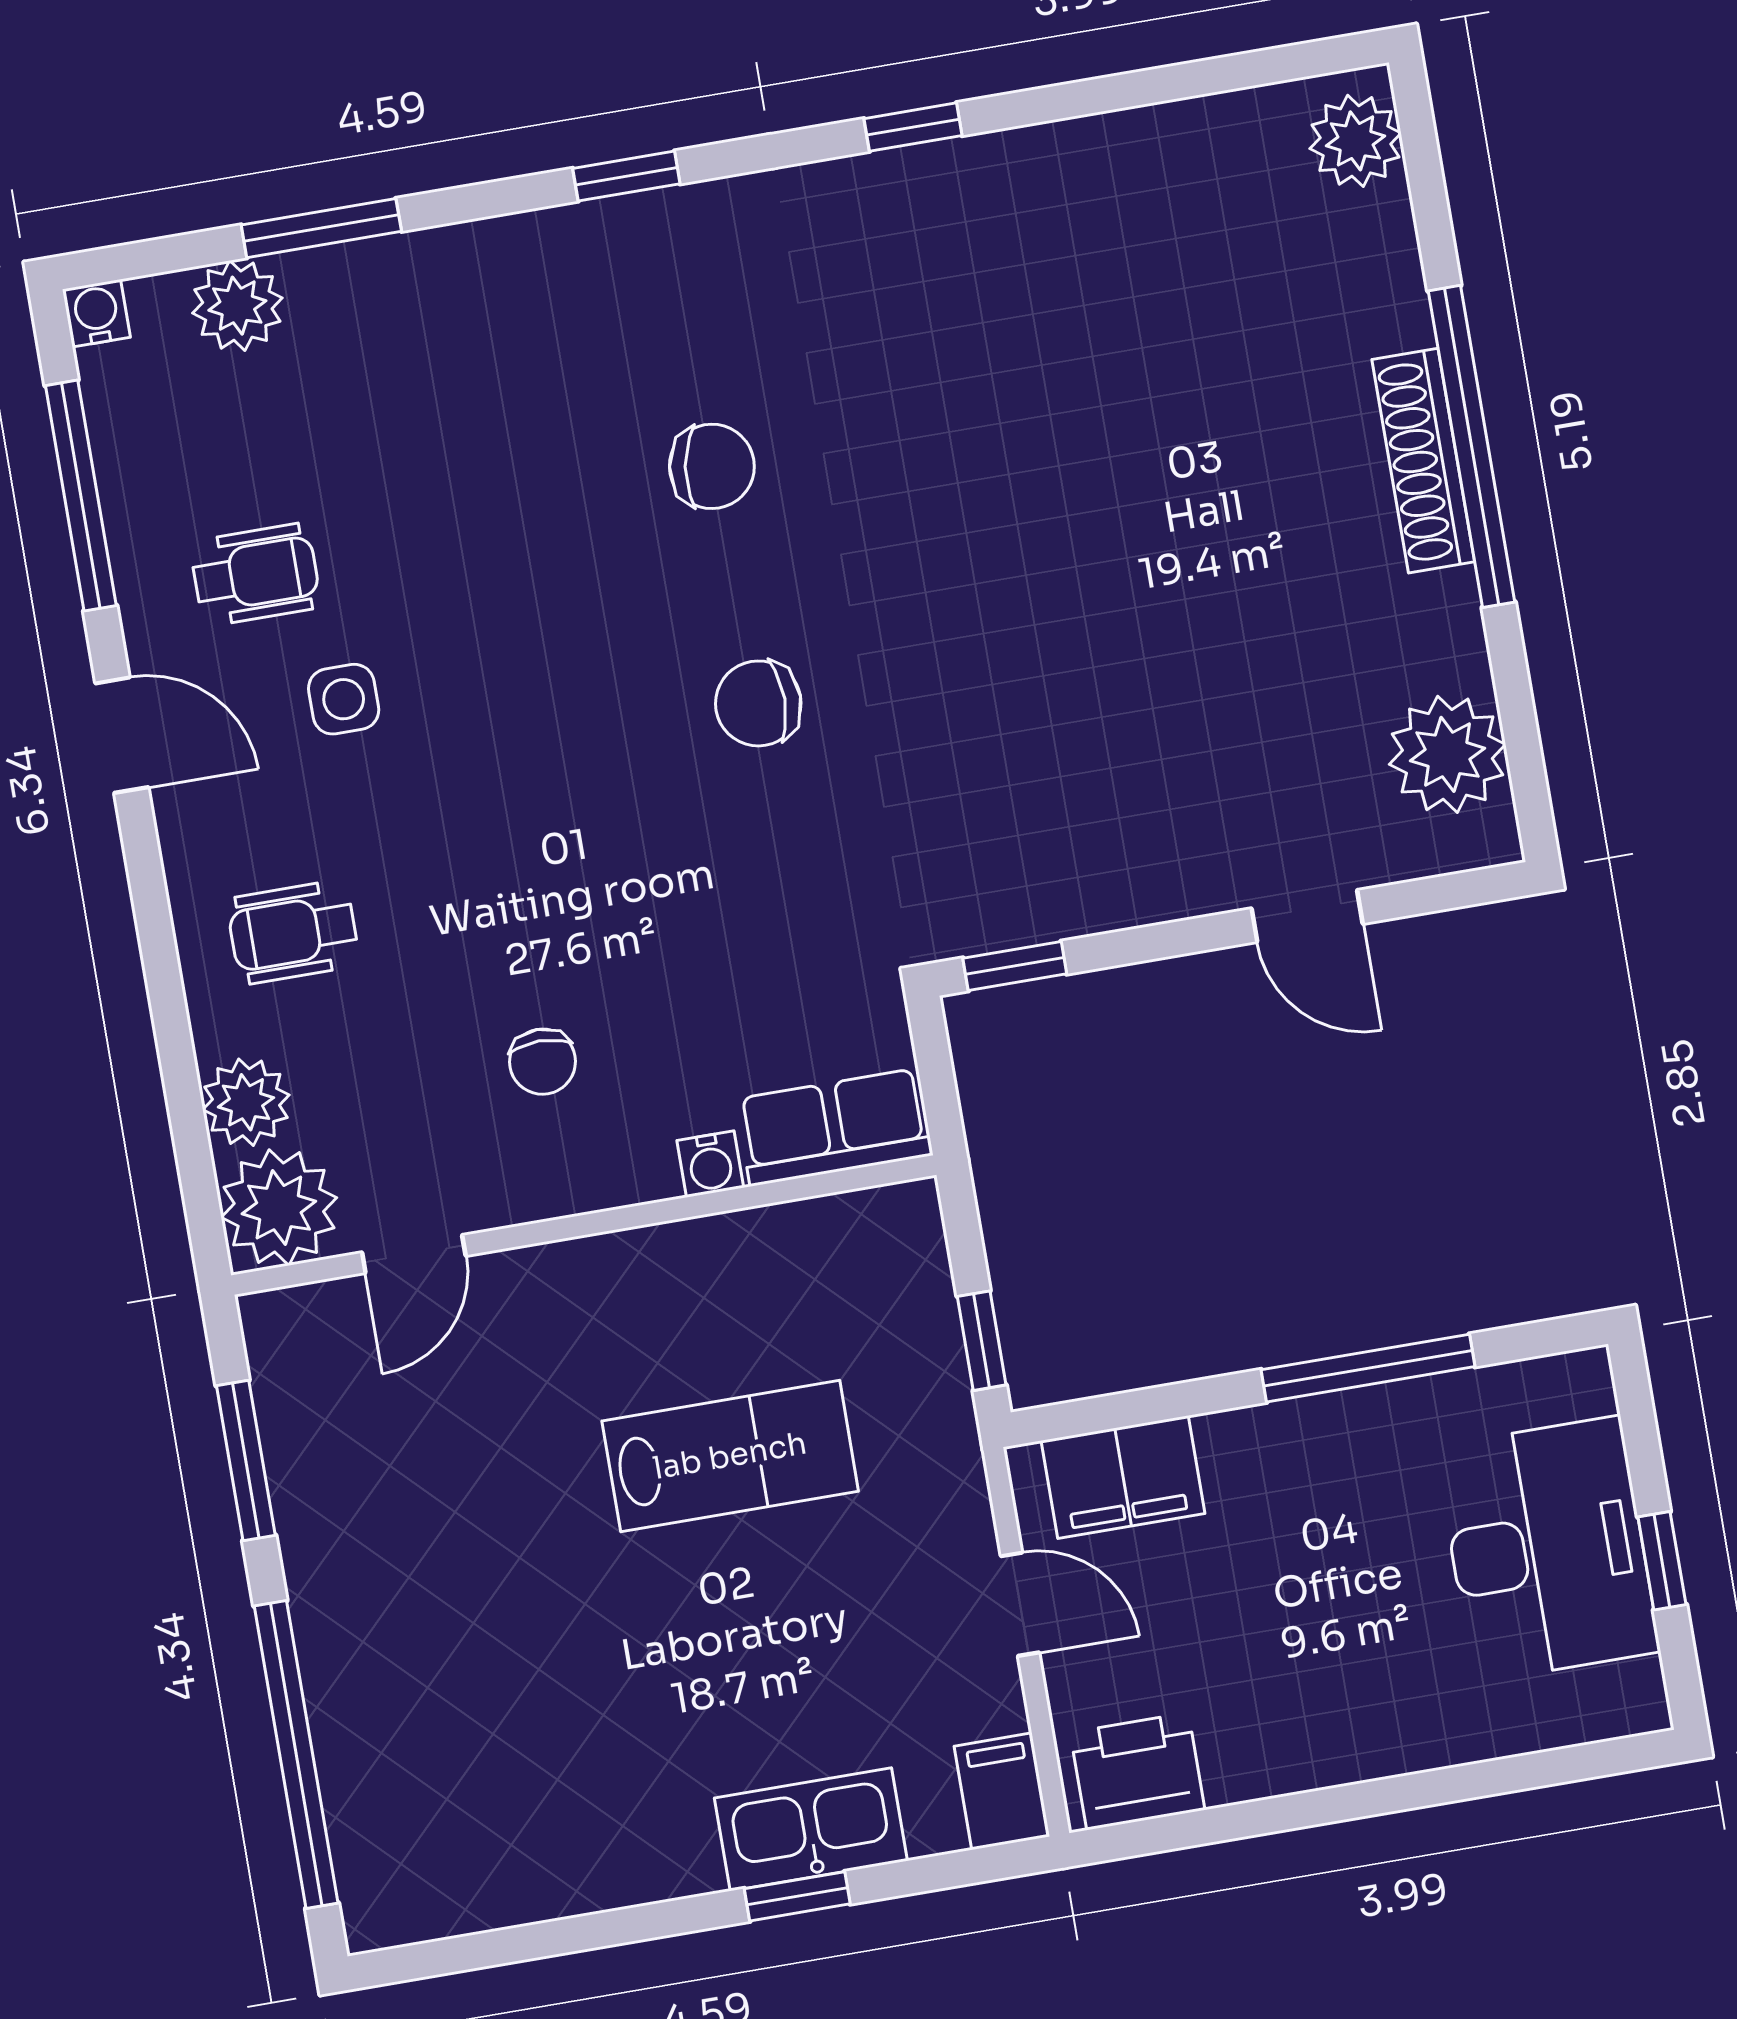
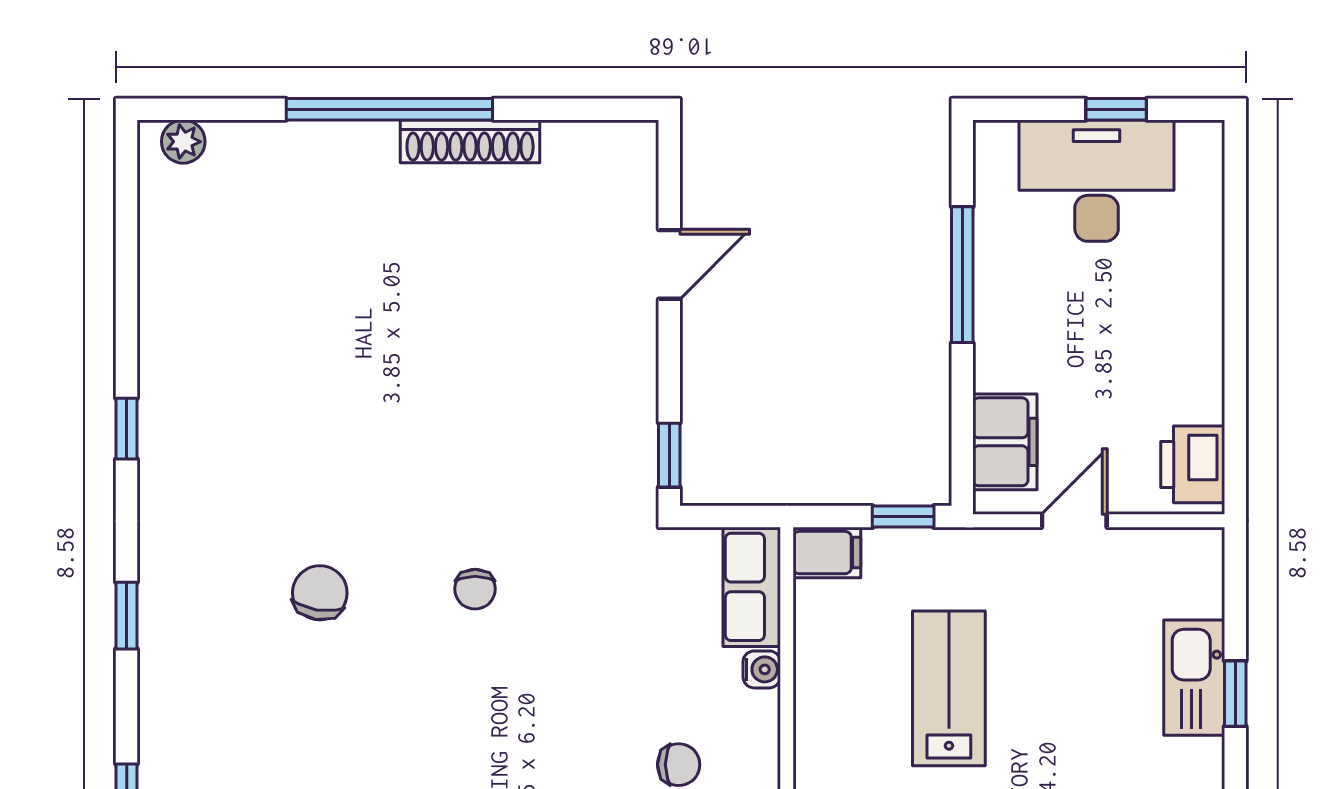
plant: (1355, 141) -> (183, 142), width x0.73, depth x0.73
shoe rack: (1423, 461) -> (470, 141), moved
chair: (758, 703) -> (475, 589), width x0.73, depth x0.73
plant: (1447, 754) -> (582, 158), removed
filing cabinet: (1002, 1791) -> (827, 553), moved, turned 180

